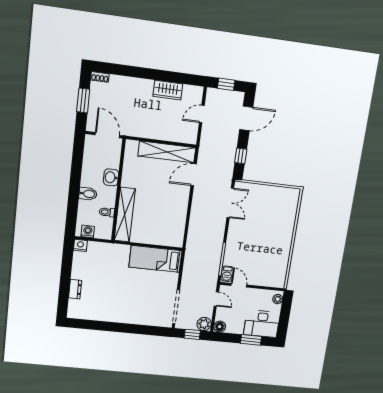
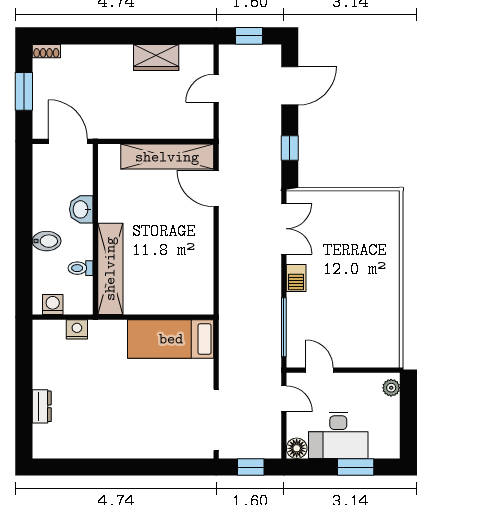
door: (194, 175) -> (216, 189), hinge flipped
nightstand: (80, 245) -> (77, 329), moved
barbecue: (227, 274) -> (296, 278), moved
plant: (204, 324) -> (269, 446), removed
desk: (262, 324) -> (338, 435), moved

